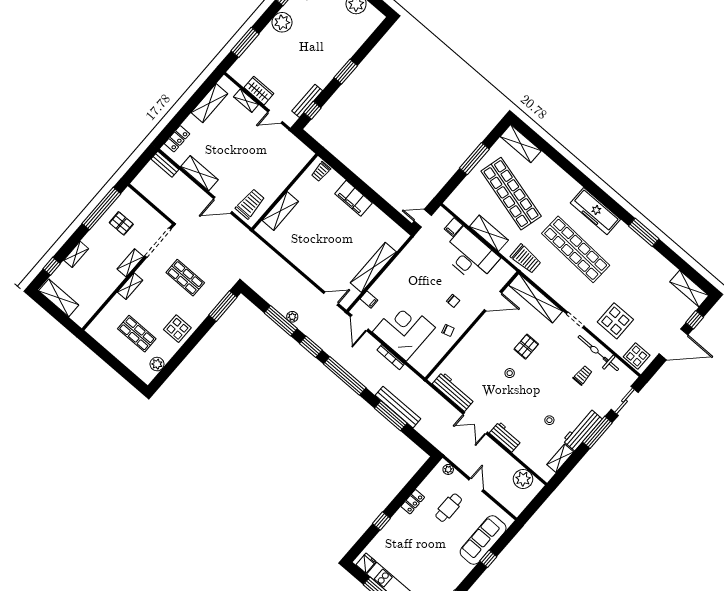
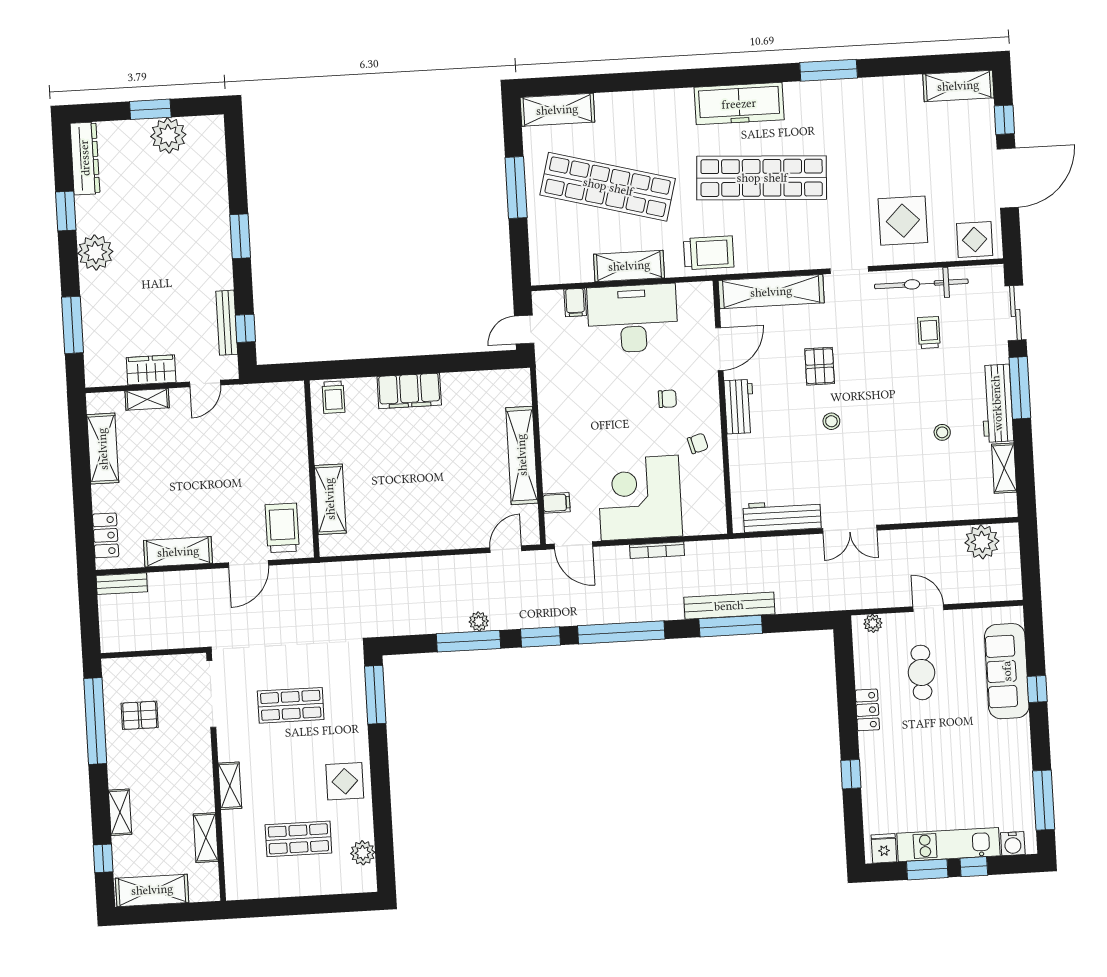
shelving: (130, 263) -> (206, 838), moved
workbench: (505, 437) -> (739, 407), moved, turned 90

